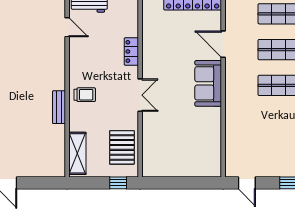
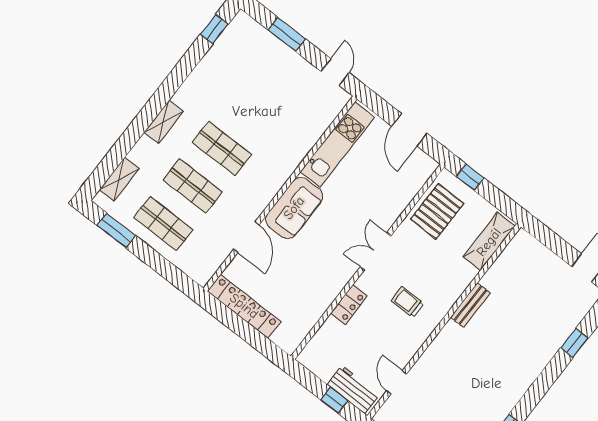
trolley: (85, 95) -> (408, 302), moved
kitchen unit: (212, 141) -> (337, 144), added
door: (176, 183) -> (409, 130), added

